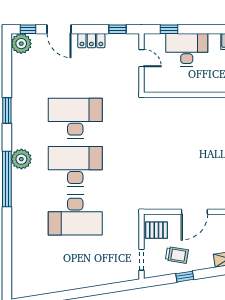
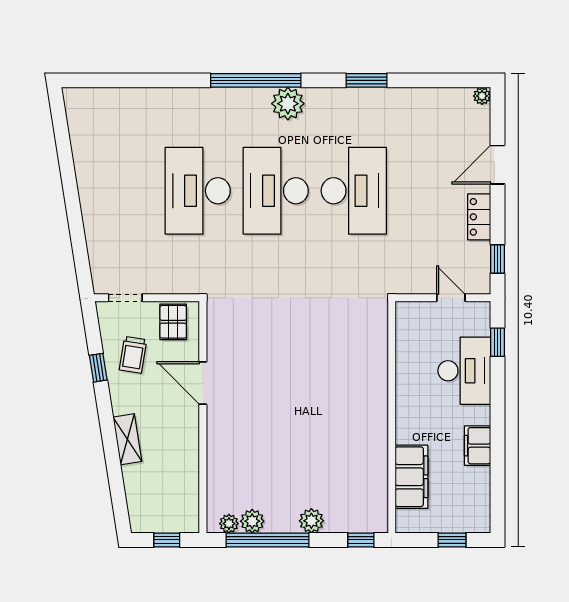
window: (28, 29) -> (498, 114), removed
plant: (21, 44) -> (482, 96), width x0.53, depth x0.53
door: (141, 58) -> (451, 298), swing flipped
desk: (75, 167) -> (276, 191), turned 180

